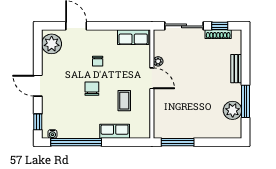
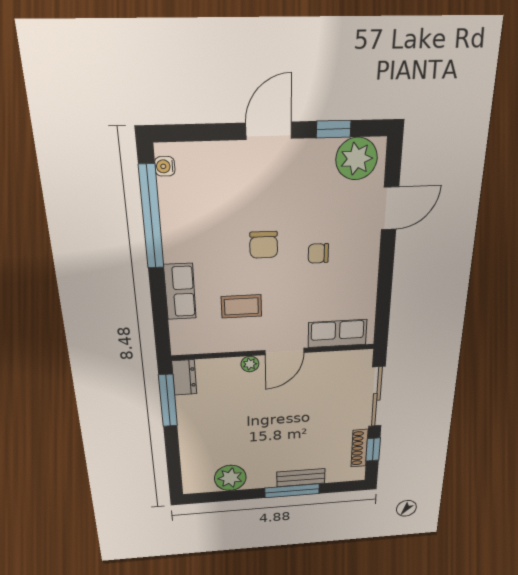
row of seats: (133, 37) -> (337, 333), moved, turned 90
plant: (158, 61) -> (250, 364), moved
chair: (92, 89) -> (264, 245), turned 90
window: (245, 101) -> (292, 491), moved
window: (38, 122) -> (334, 129), moved
dresser: (164, 132) -> (184, 377), added

